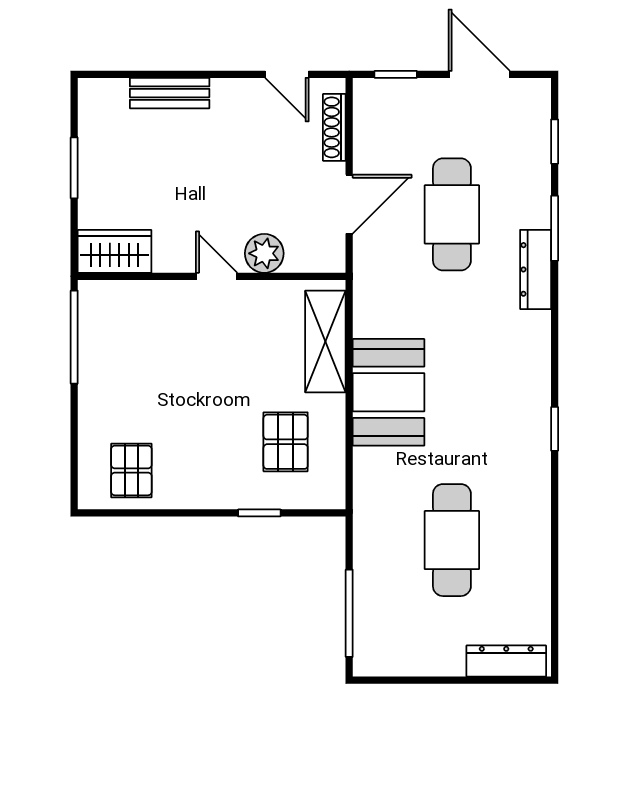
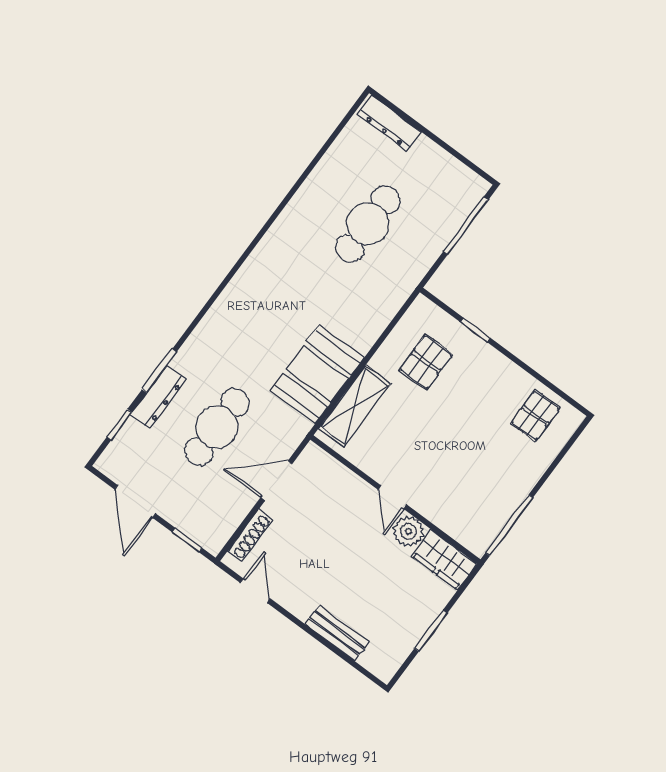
plant: (264, 253) -> (408, 531), moved
dresser: (536, 269) -> (158, 397), moved
booth: (388, 392) -> (317, 374), moved
window: (555, 429) -> (252, 246), removed

